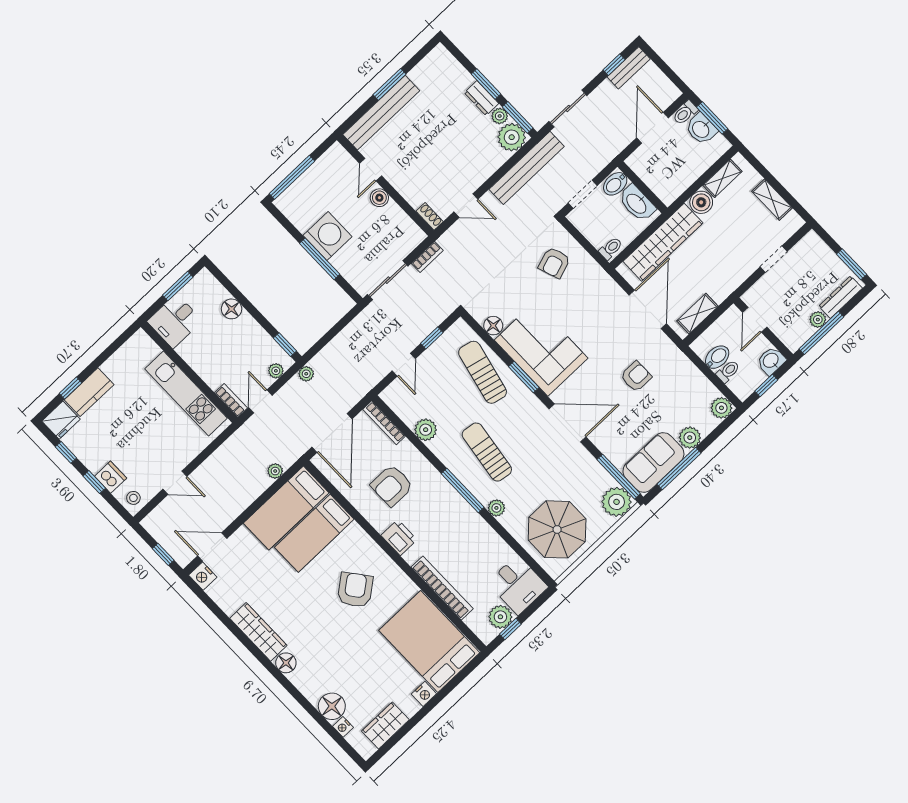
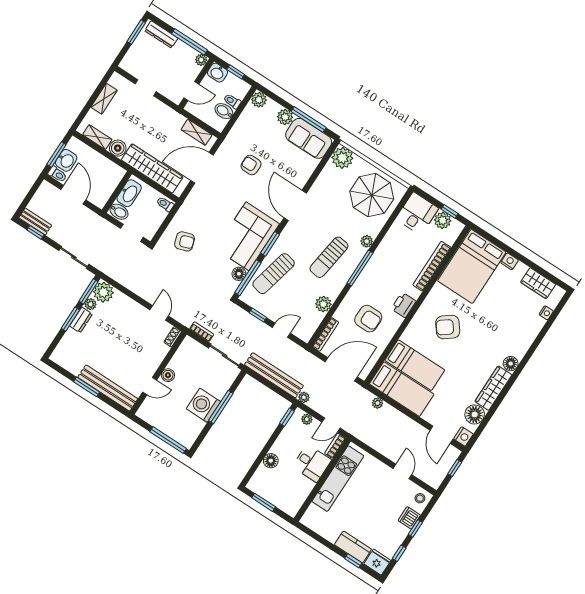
door: (652, 128) -> (73, 195), swing flipped
bench: (527, 168) -> (274, 375), moved
plant: (818, 320) -> (201, 60), moved
desk: (175, 321) -> (312, 463), moved
window: (619, 477) -> (248, 278), moved
floor lamp: (332, 706) -> (475, 414), moved

